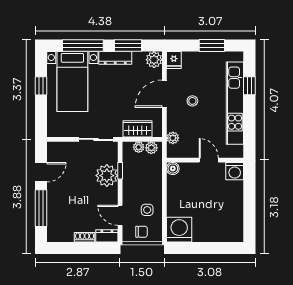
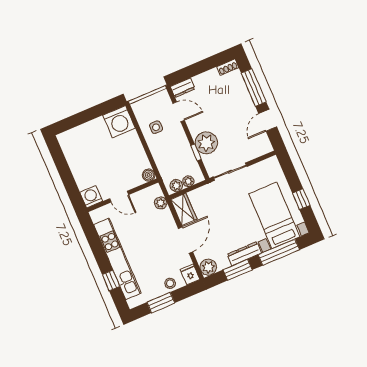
stool: (192, 101) -> (170, 283), moved
wardrobe: (138, 129) -> (184, 209), moved, turned -90
chair: (142, 232) -> (153, 105), removed
shoe rack: (85, 237) -> (228, 67), moved

